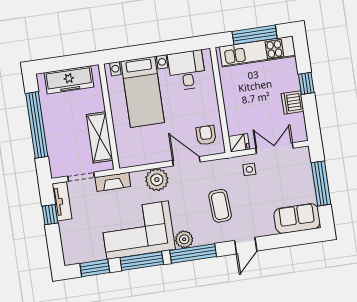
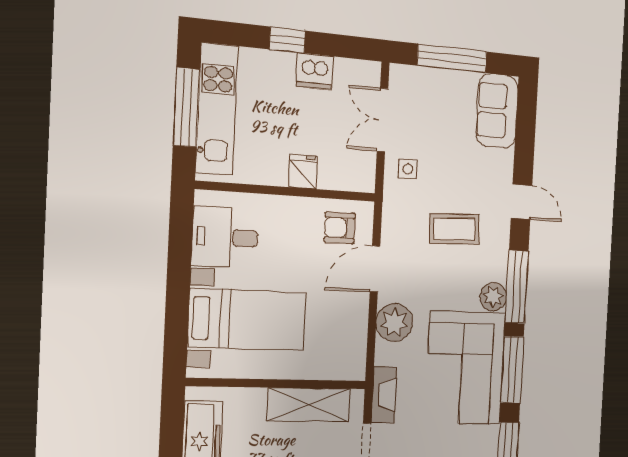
fridge: (239, 143) -> (303, 172), moved

